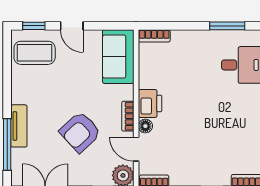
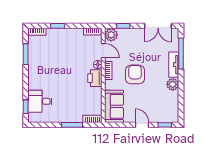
window: (227, 26) -> (72, 125), moved
coffee table: (35, 53) -> (164, 109), removed
plant: (21, 93) -> (173, 84), added
armchair: (80, 132) -> (135, 74), moved, turned -47

